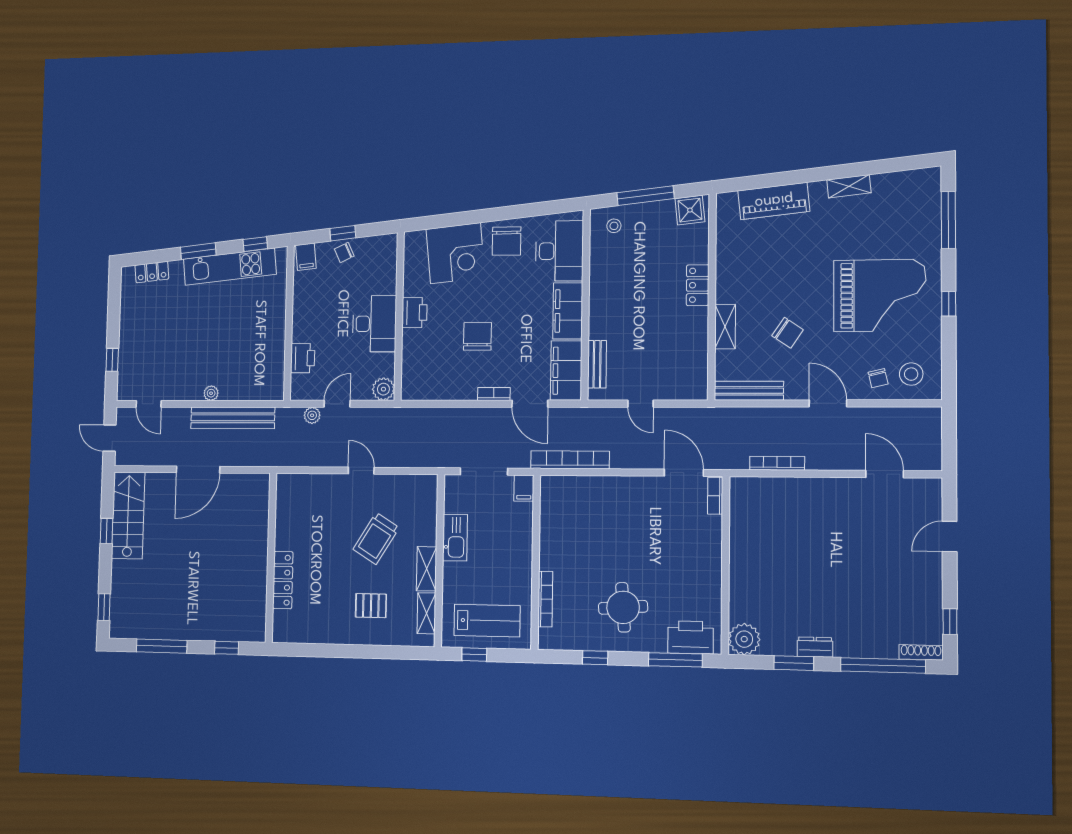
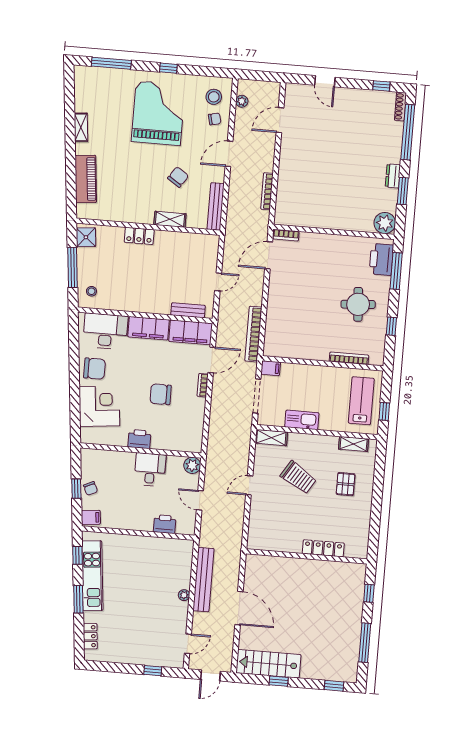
desk: (374, 324) -> (150, 470), width x0.73
plant: (312, 415) -> (242, 101), moved
shelving: (427, 569) -> (271, 438), moved

